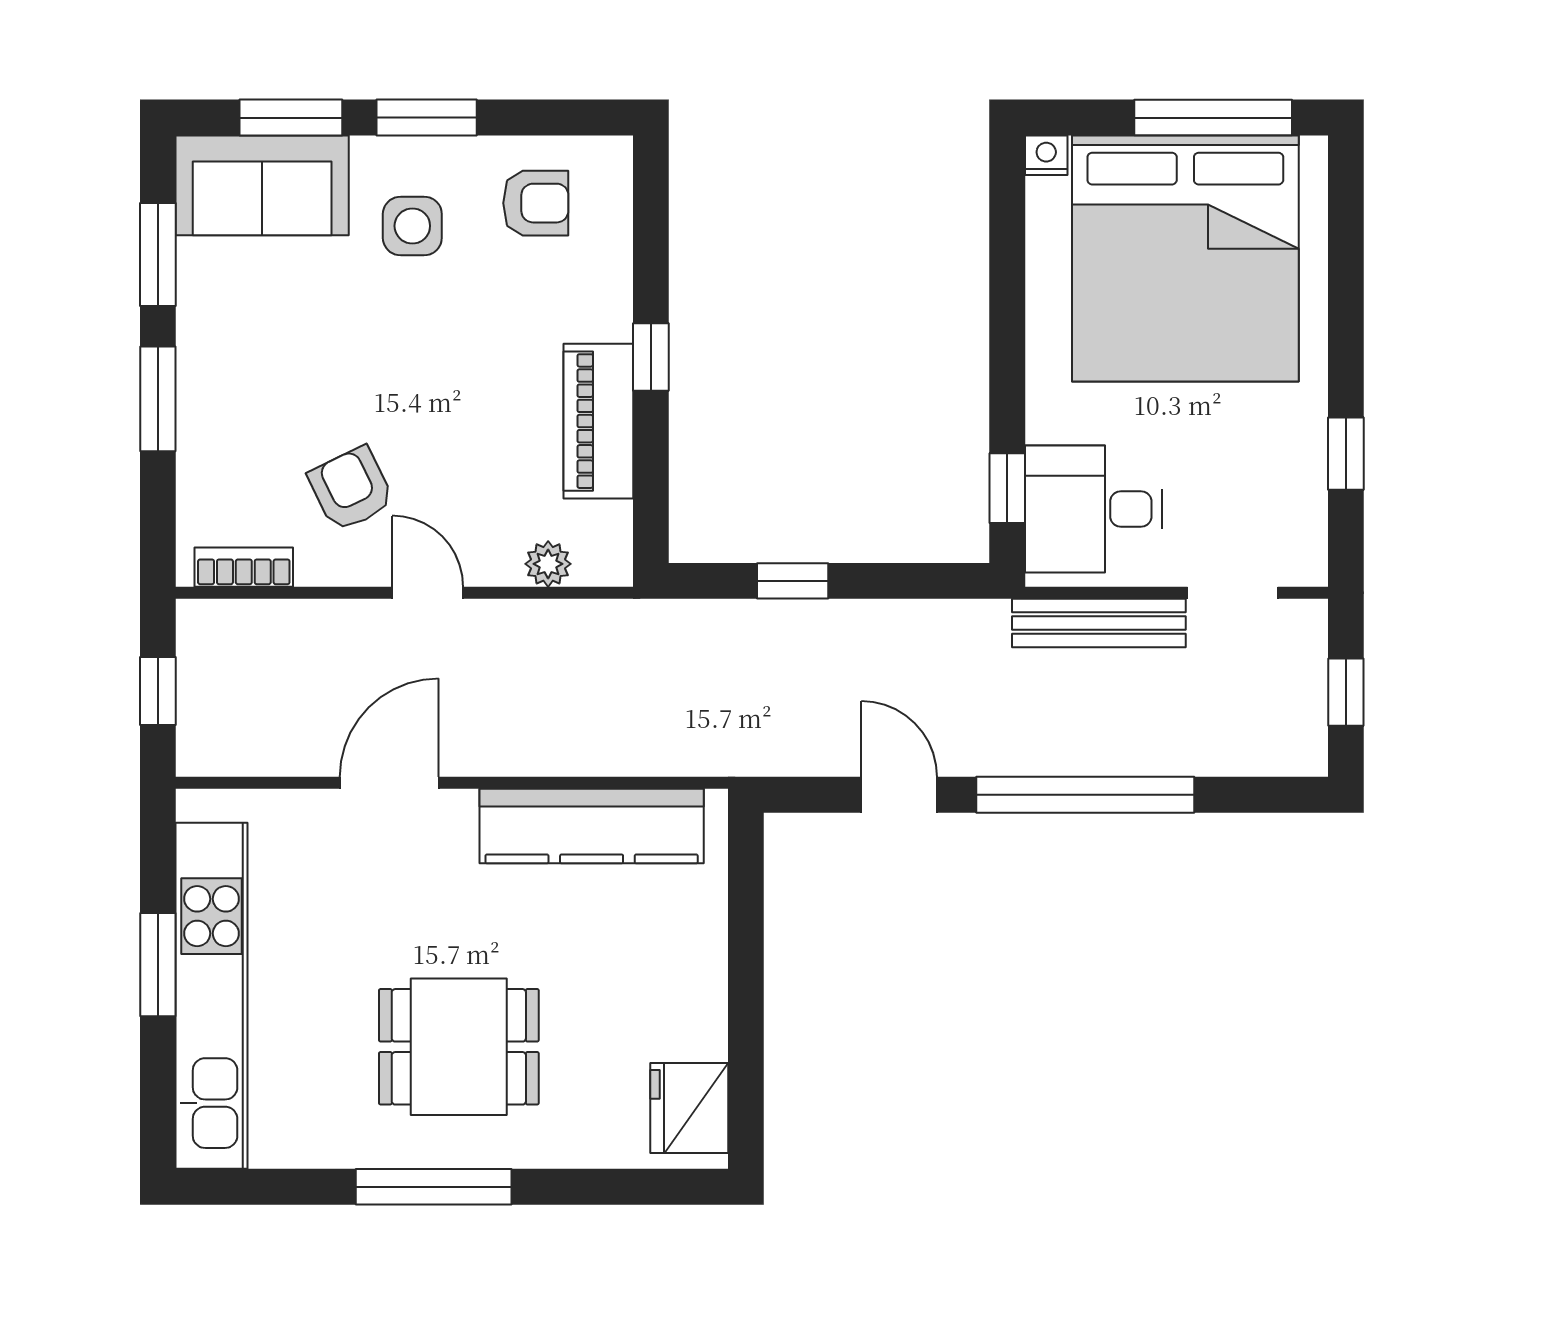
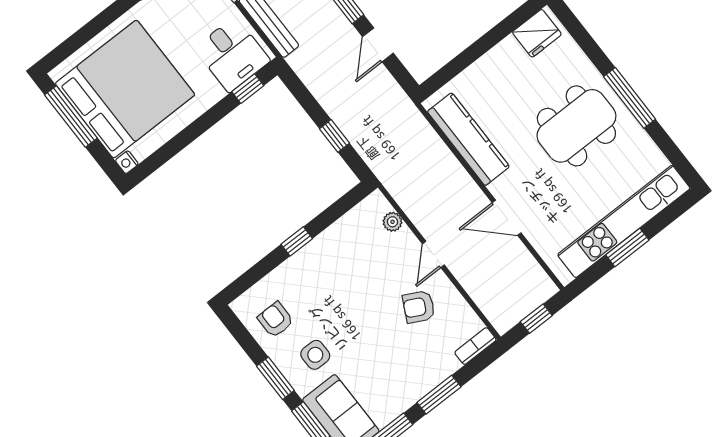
piano: (598, 421) -> (332, 242), removed
armchair: (351, 489) -> (419, 307), turned 53
bookcase: (244, 567) -> (475, 346), moved, turned 90
dining table: (459, 1047) -> (576, 126), width x1.38

